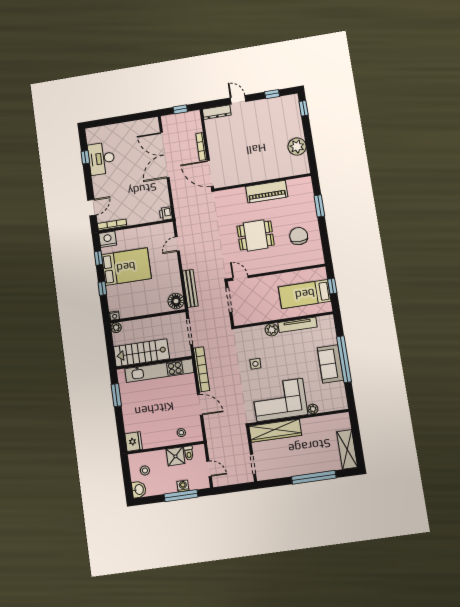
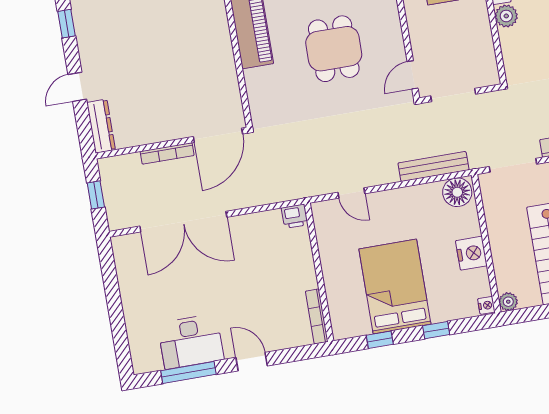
window: (85, 157) -> (188, 372), width x2.17
door: (92, 208) -> (252, 362), moved
nightstand: (108, 239) -> (471, 253), moved, turned 180

